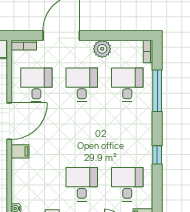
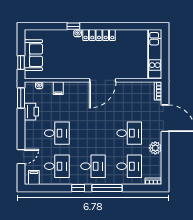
desk: (36, 85) -> (93, 166), moved
window: (157, 91) -> (107, 188), moved
door: (9, 121) -> (103, 80), hinge flipped
filing cabinet: (20, 151) -> (58, 88), moved

